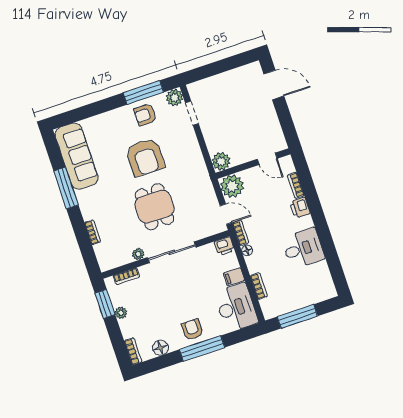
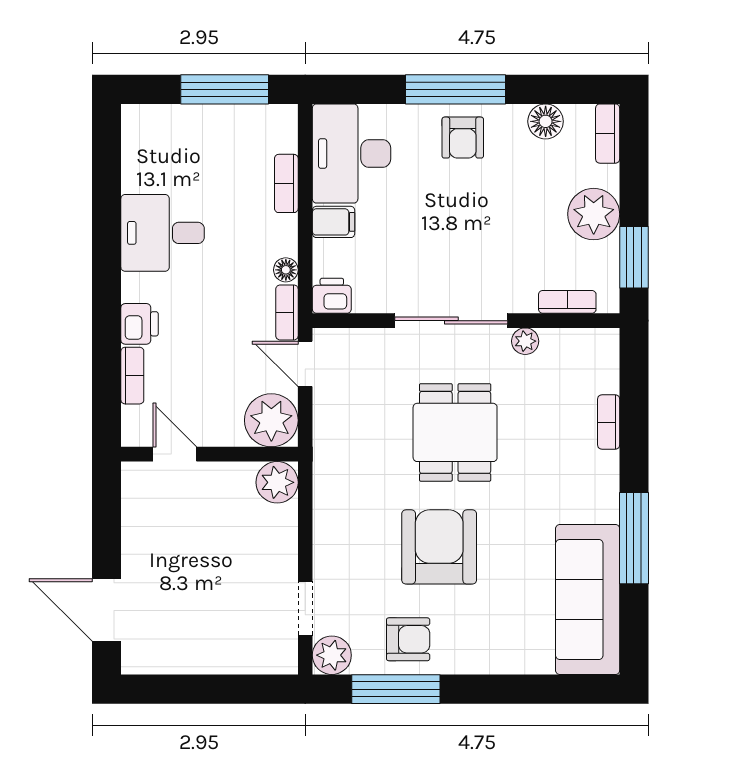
plant: (121, 313) -> (594, 214), width x1.88, depth x1.88

